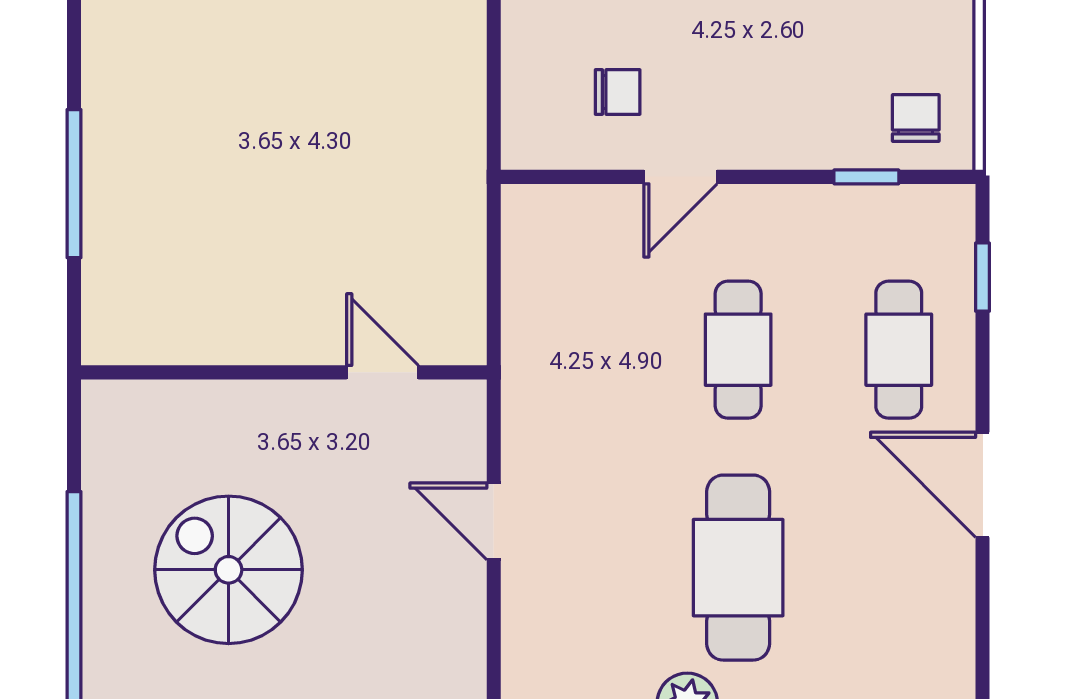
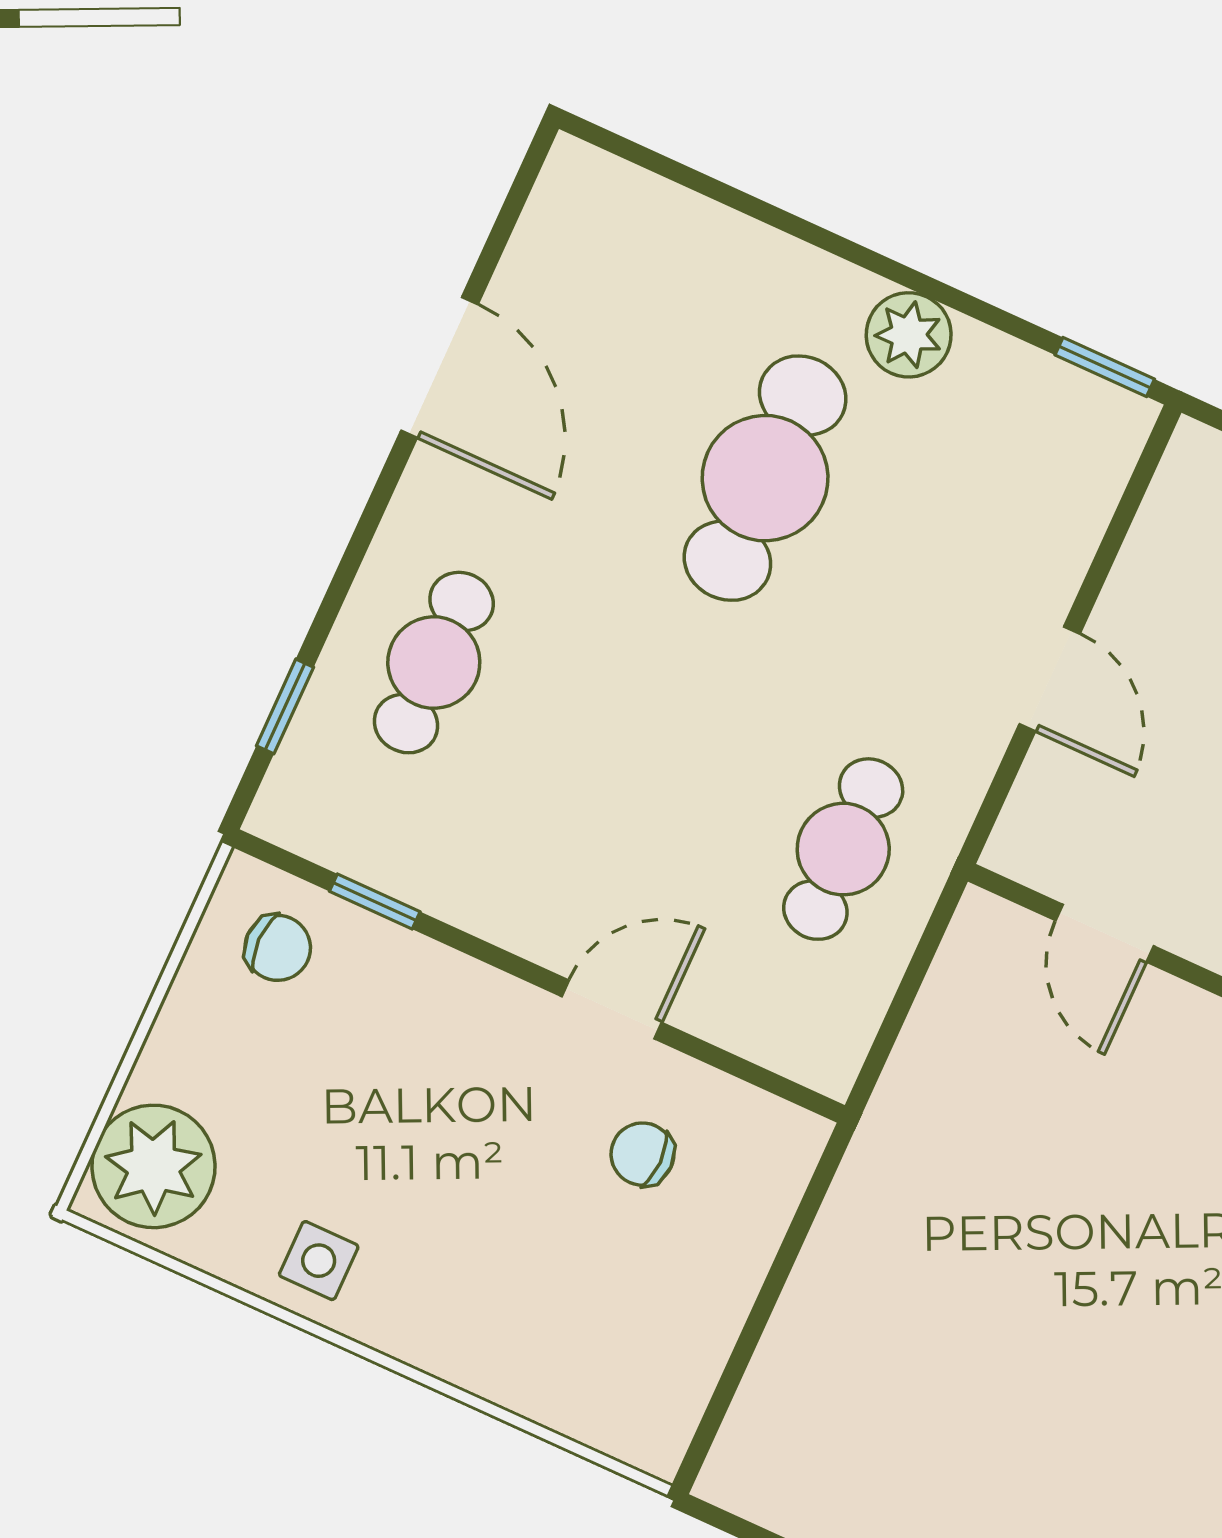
chair: (916, 118) -> (278, 948), turned -90
cafe table: (738, 350) -> (843, 849), moved
door: (983, 485) -> (439, 367), moved

